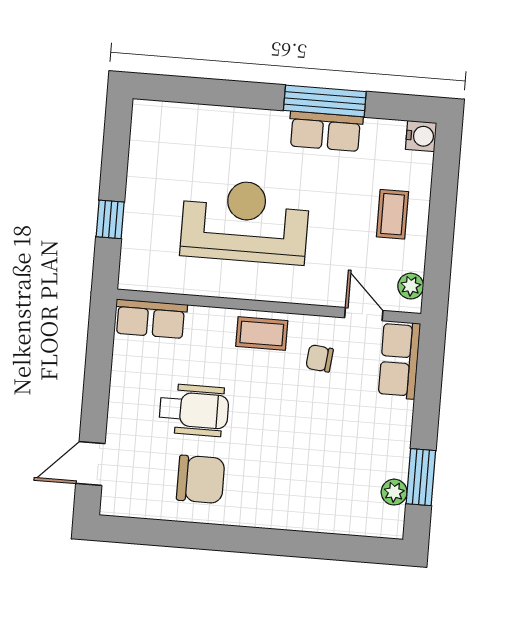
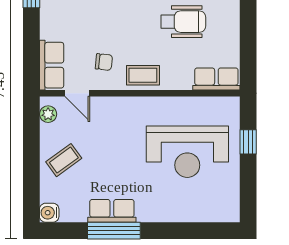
coffee table: (392, 214) -> (64, 160), turned 54
reception desk: (245, 221) -> (187, 152), moved
wheelchair: (194, 410) -> (183, 22), turned 180

